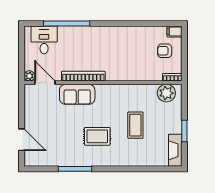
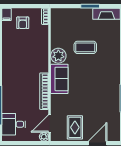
plant: (166, 93) -> (58, 56), moved
sofa: (77, 94) -> (59, 79), moved
rug: (97, 136) -> (75, 127), moved

